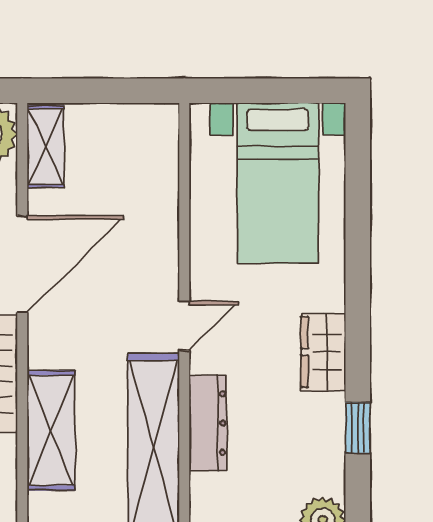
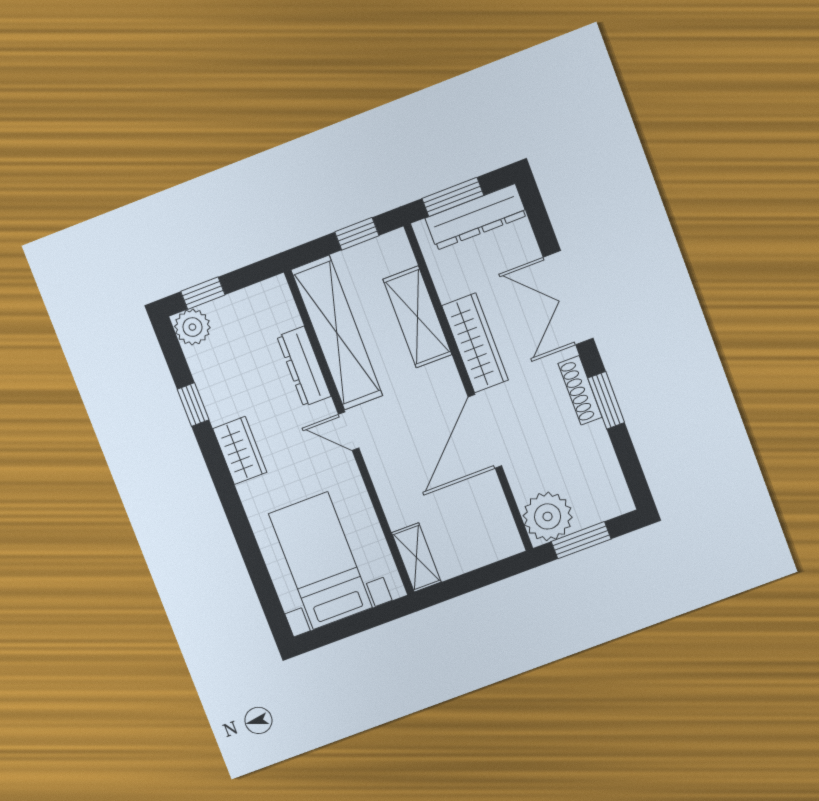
shelving: (46, 147) -> (416, 557), moved
door: (184, 326) -> (349, 431), hinge flipped

